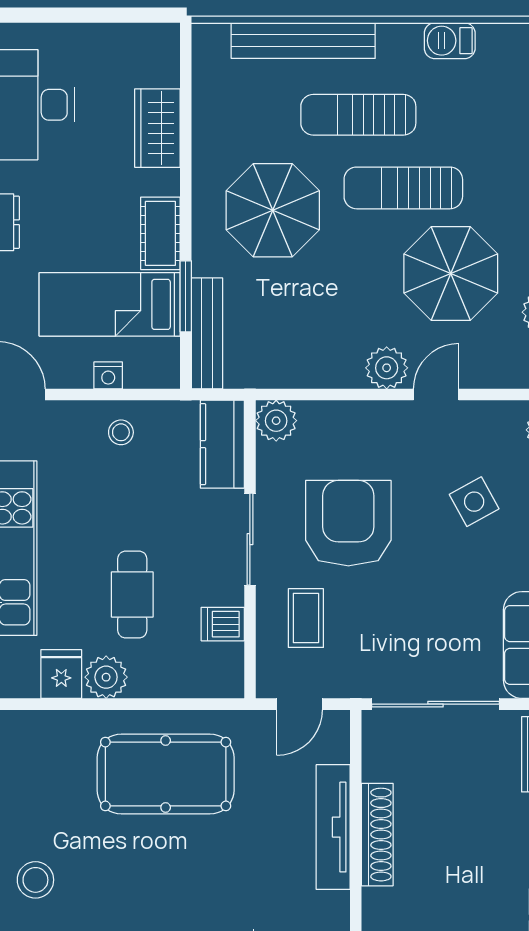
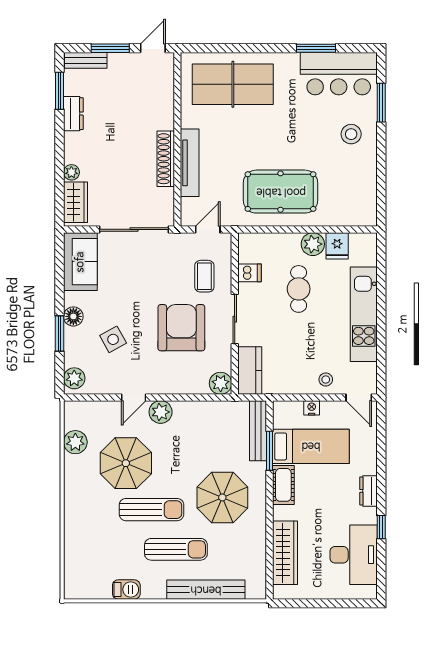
wardrobe: (157, 128) -> (285, 553), width x1.50
stool: (121, 432) -> (326, 379), moved
armchair: (348, 523) -> (181, 328), turned 180

